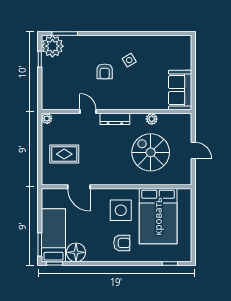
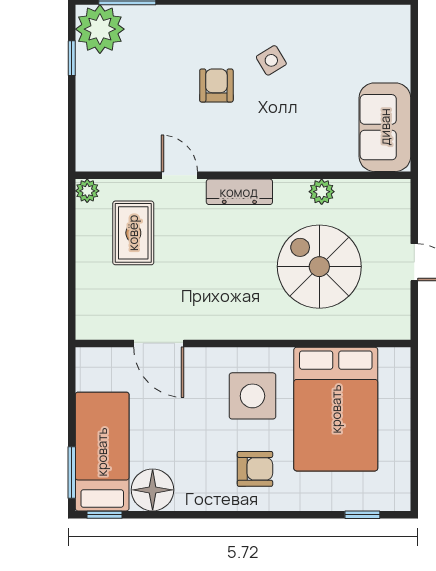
armchair: (105, 71) -> (216, 85), turned 180
rug: (64, 154) -> (133, 233), moved, turned 90

